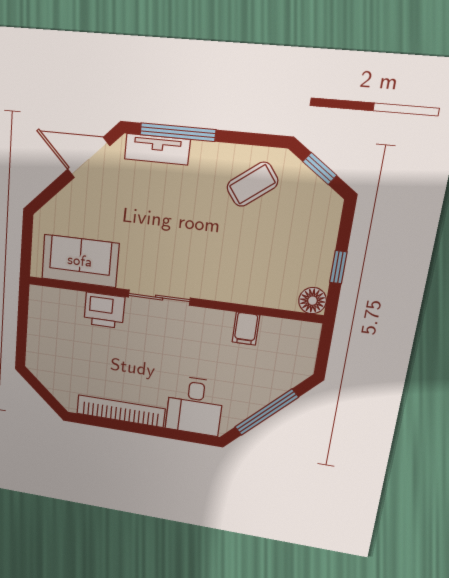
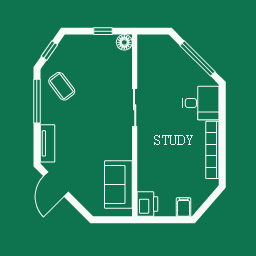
window: (178, 132) -> (37, 101), moved
sliding door: (159, 298) -> (135, 107), moved
printer: (104, 310) -> (147, 204), moved
filing cabinet: (246, 329) -> (184, 207), moved, turned -90

